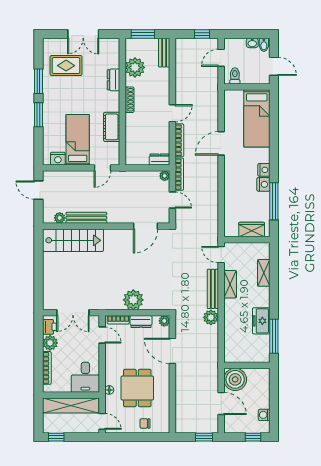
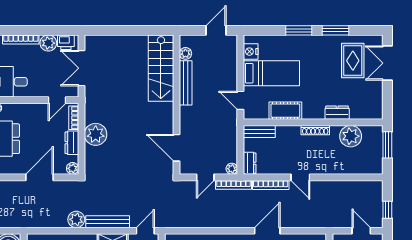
double door: (83, 34) -> (387, 63), moved
bench: (164, 53) -> (259, 131), moved
door: (221, 143) -> (267, 231), hinge flipped

